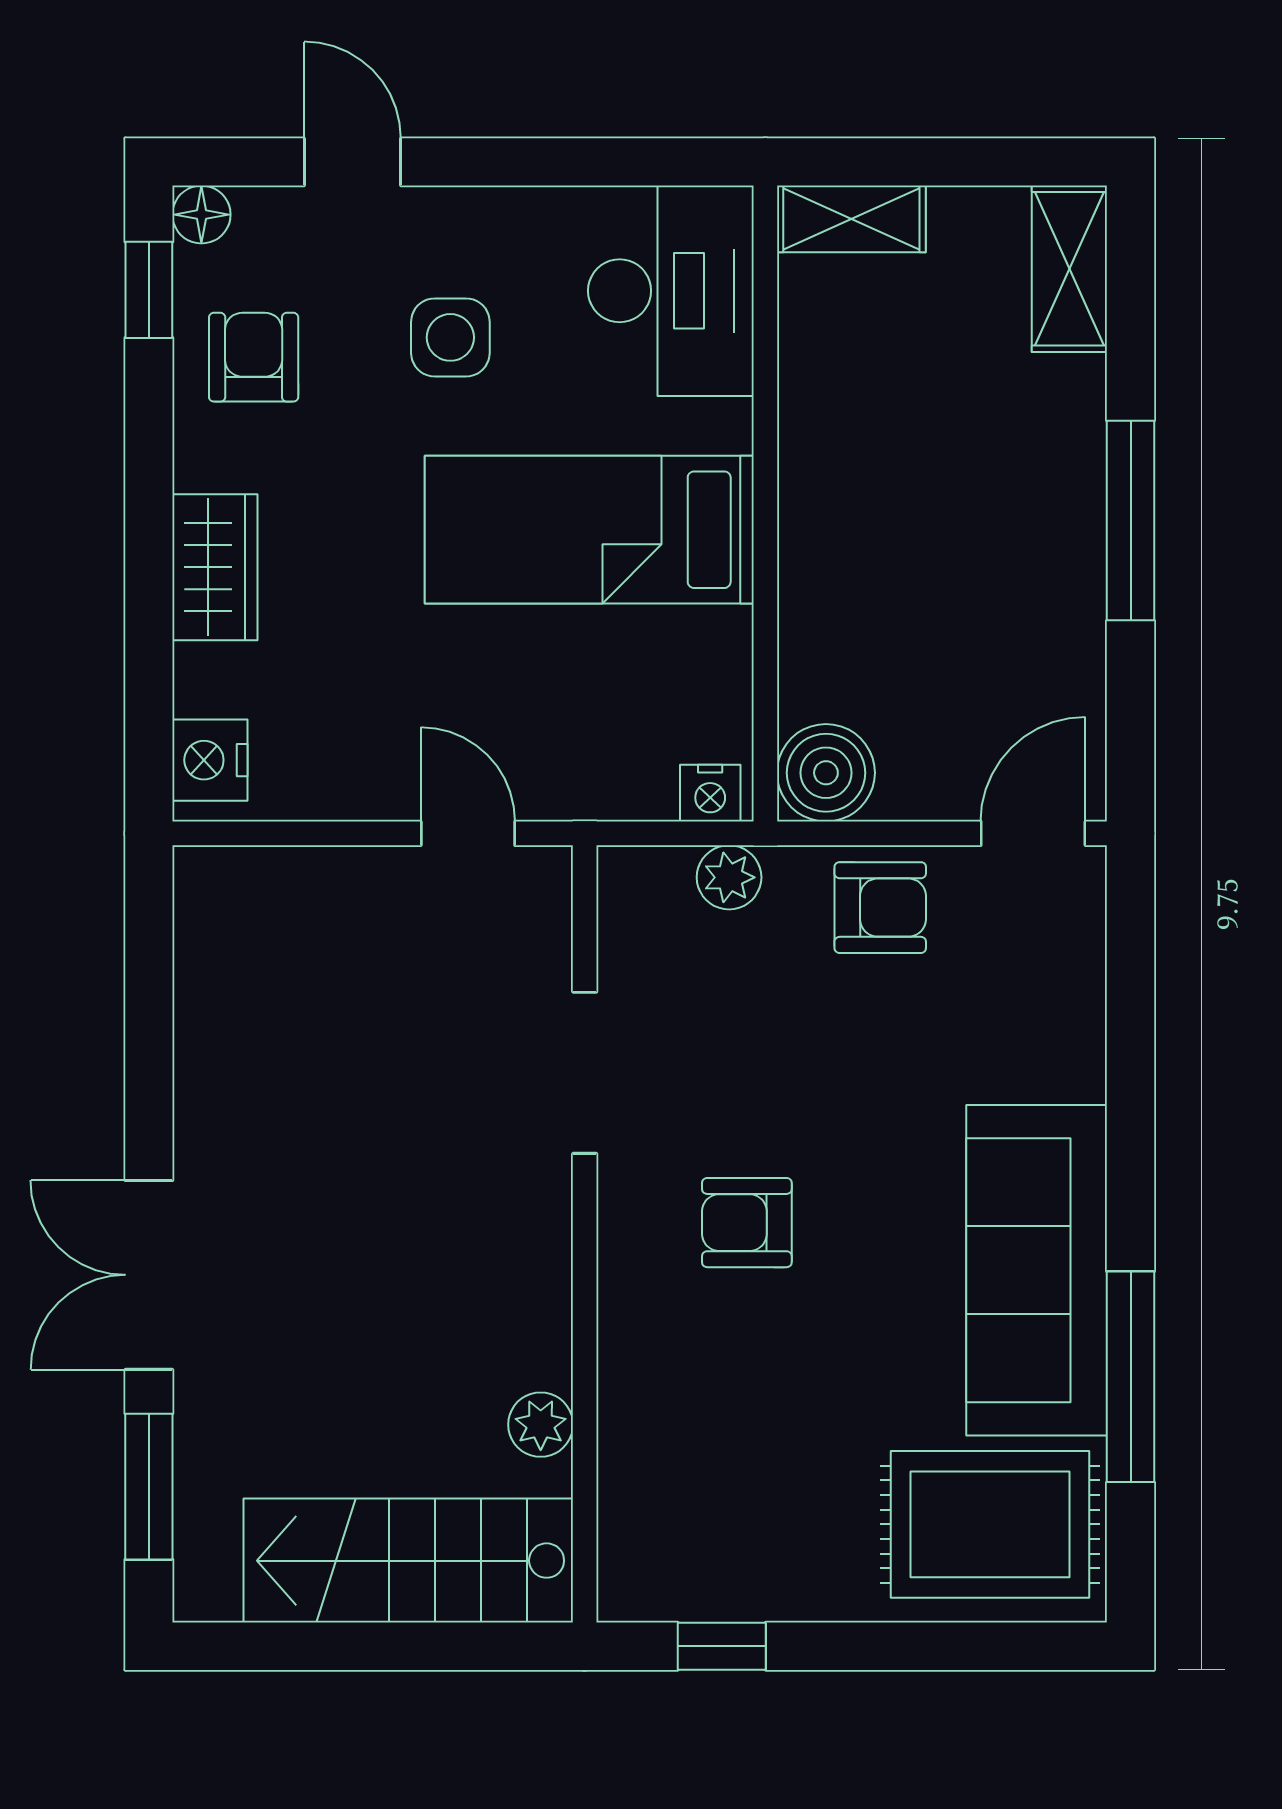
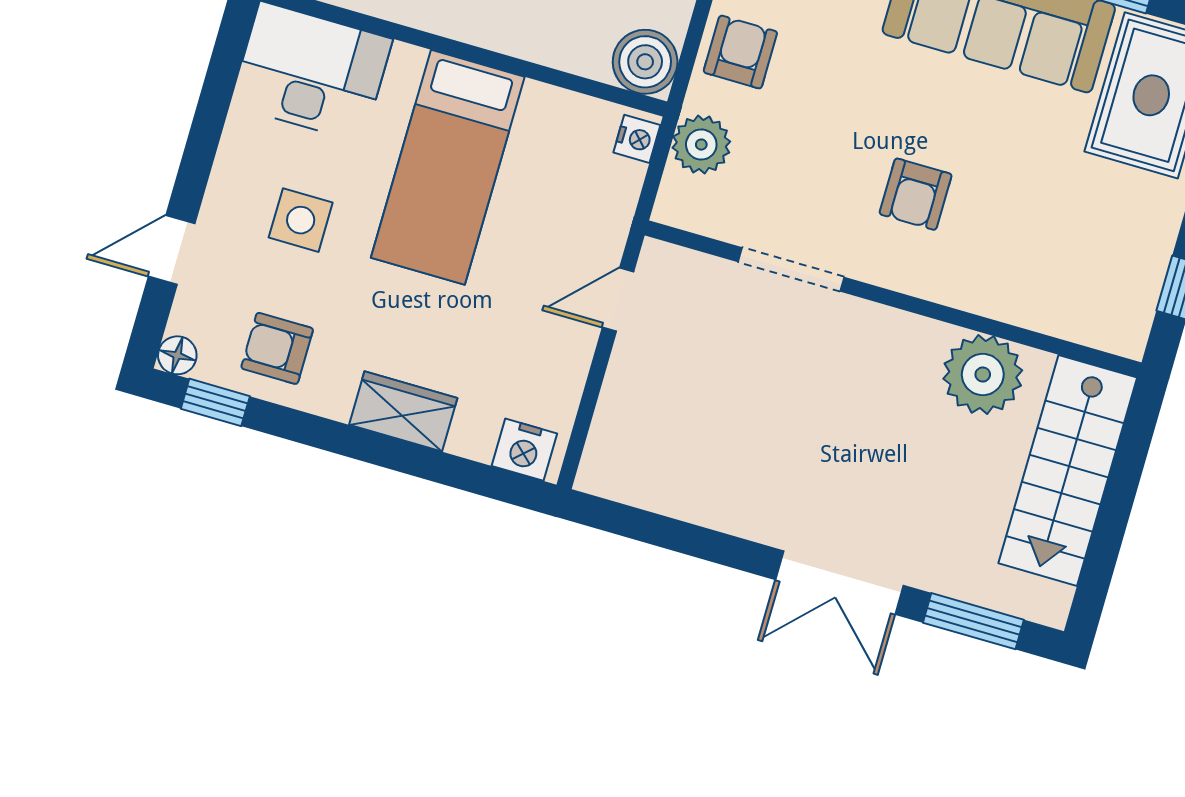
plant: (729, 877) -> (701, 145), width x1.38, depth x1.38
plant: (541, 1425) -> (983, 374), width x1.87, depth x1.87

